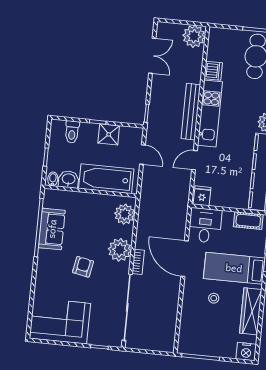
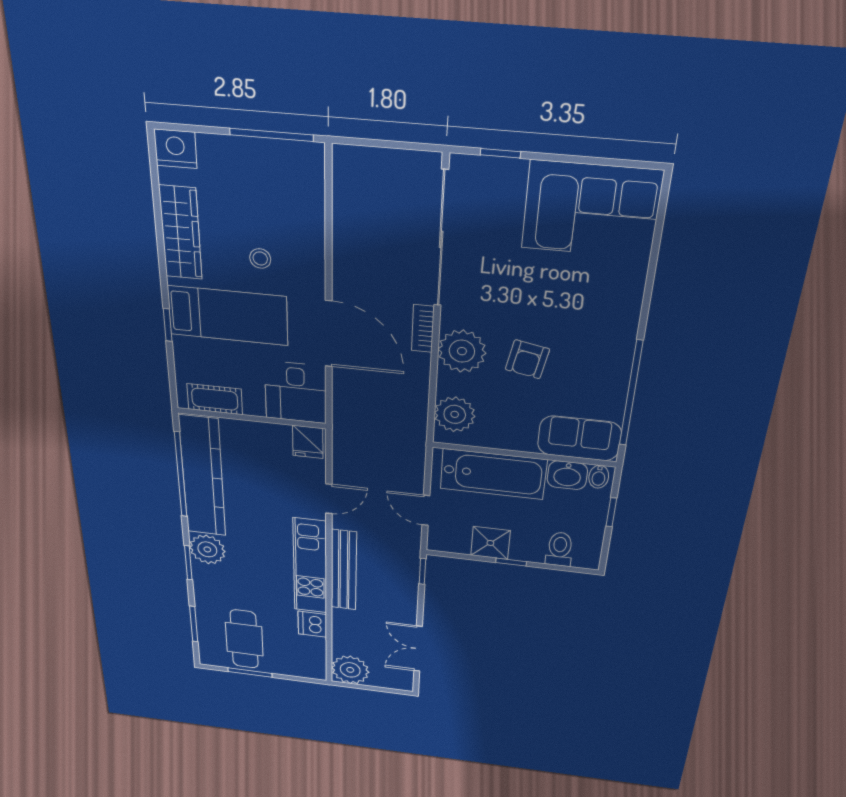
sofa: (52, 229) -> (579, 438), moved, turned 90
armchair: (83, 267) -> (527, 359), moved

